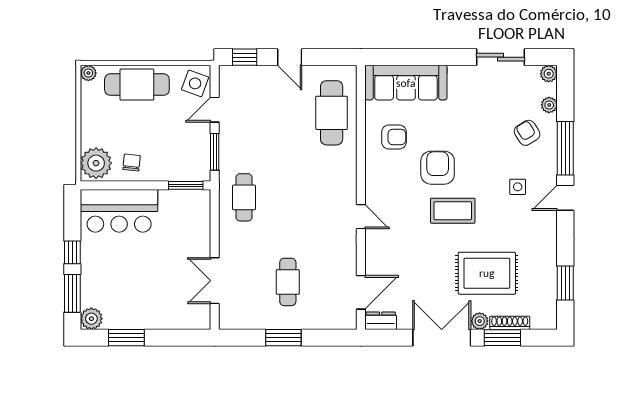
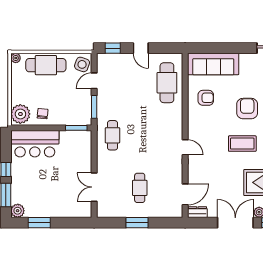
armchair: (438, 168) -> (247, 109), moved

